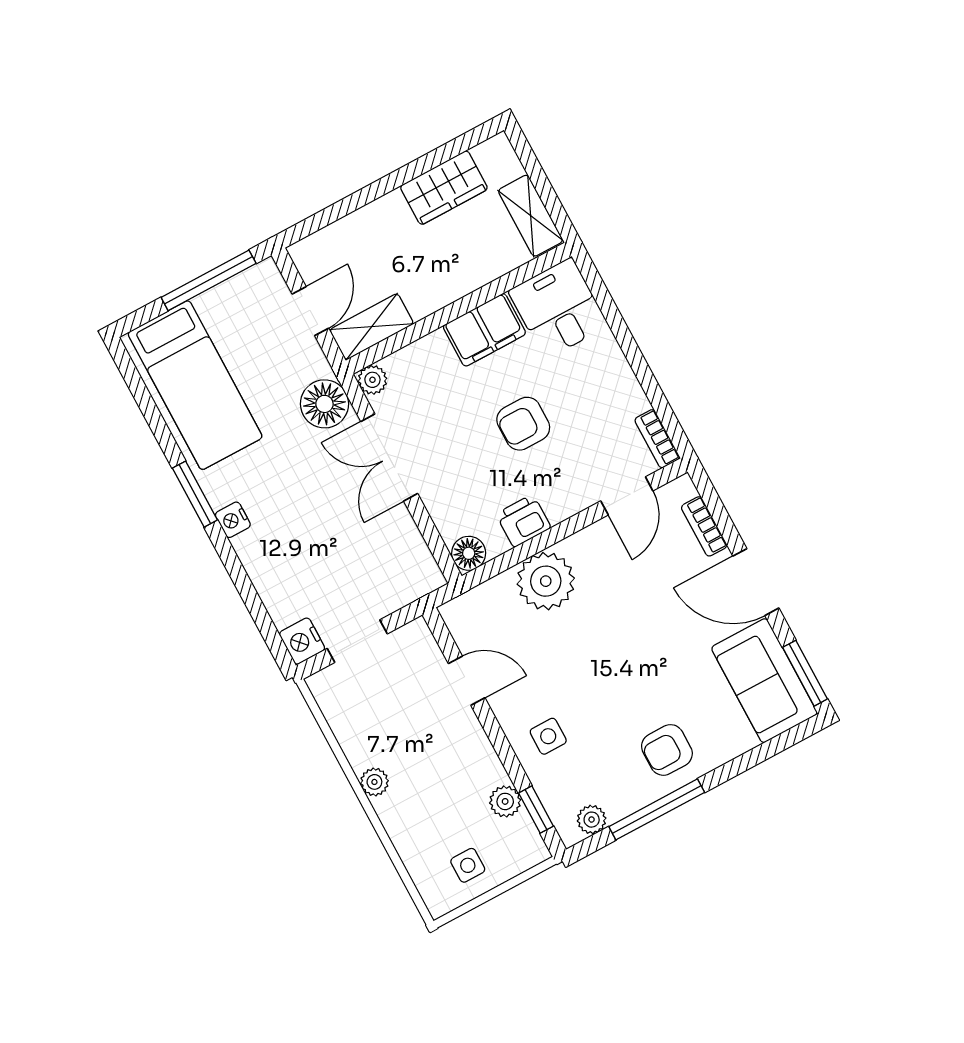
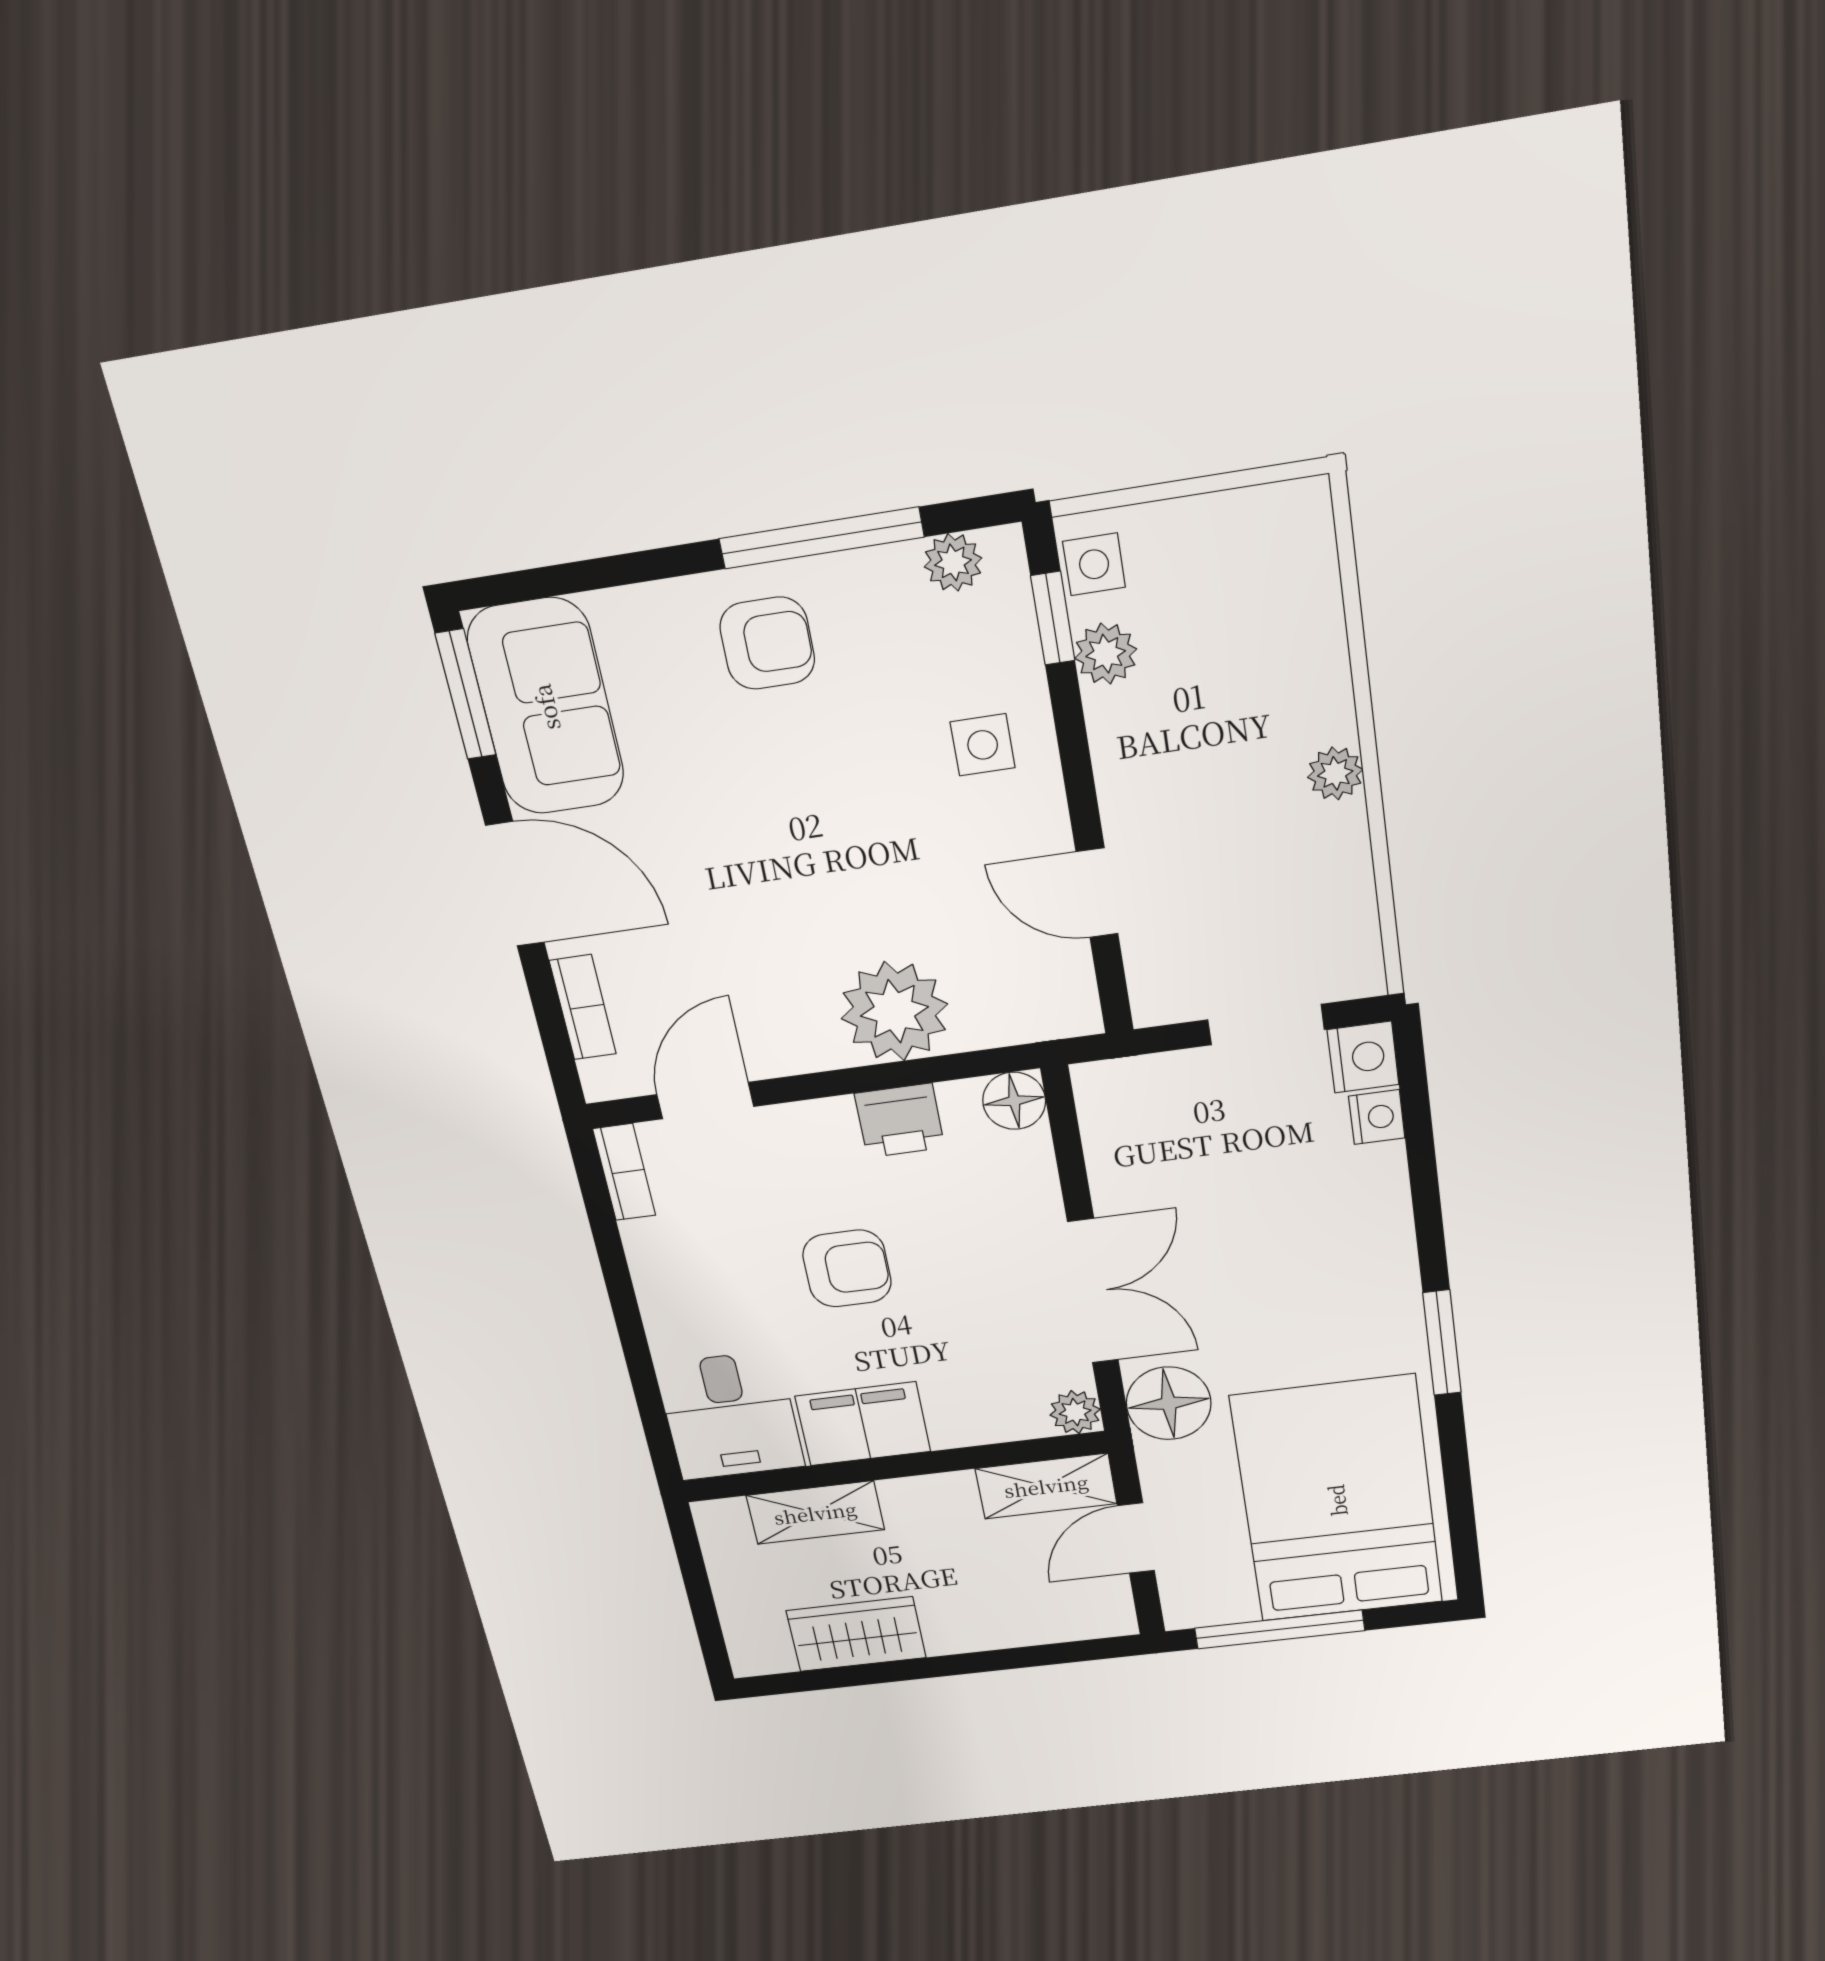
shelving: (531, 216) -> (815, 1513), moved, turned 90
bed: (195, 385) -> (1337, 1500), width x1.50
nightstand: (233, 520) -> (1377, 1117), moved
side table: (468, 865) -> (1094, 564), moved

